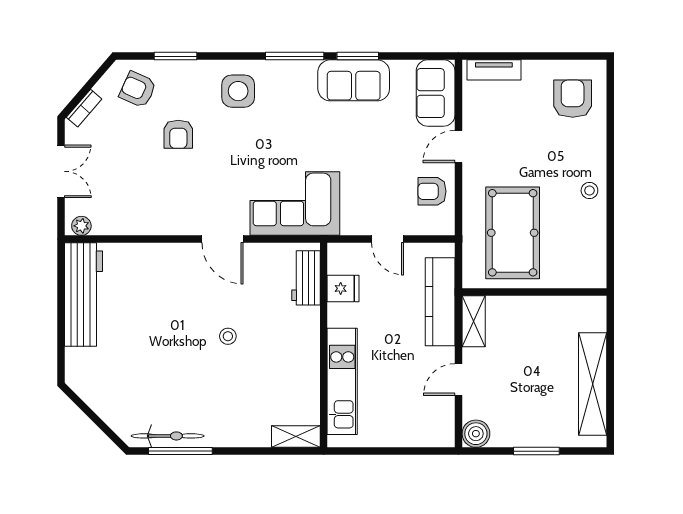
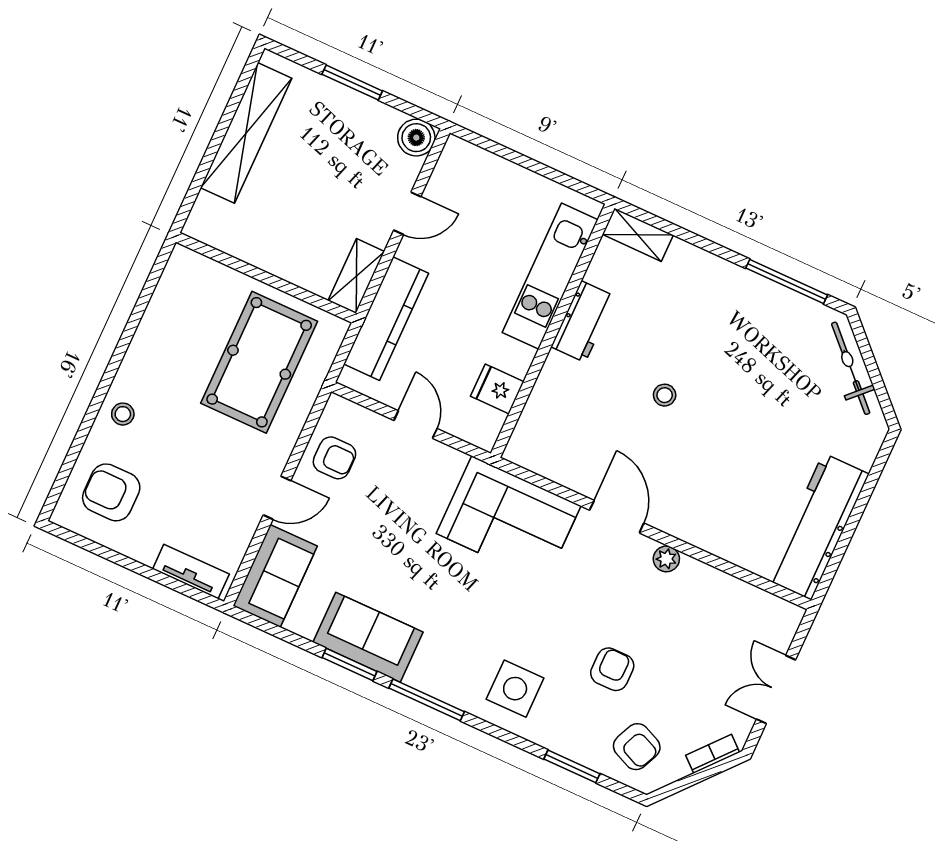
armchair: (573, 99) -> (111, 492), turned 90
stool: (589, 191) -> (123, 414), moved
plant: (81, 226) -> (666, 559), moved
workbench: (306, 278) -> (583, 322), moved
bicycle: (168, 436) -> (851, 368), moved, turned 45

